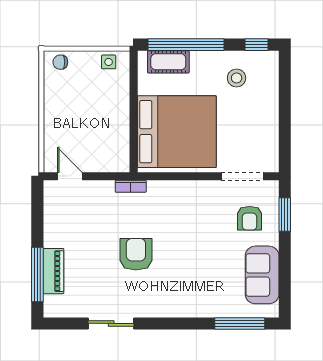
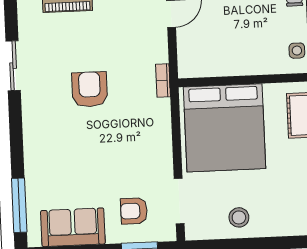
stool: (237, 78) -> (239, 217), moved
armchair: (136, 254) -> (90, 89), turned -90

